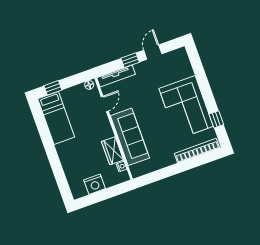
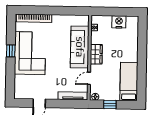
window: (130, 60) -> (58, 104), removed
window: (53, 88) -> (110, 105), moved
window: (216, 119) -> (11, 51), moved
wardrobe: (112, 151) -> (96, 54), moved

